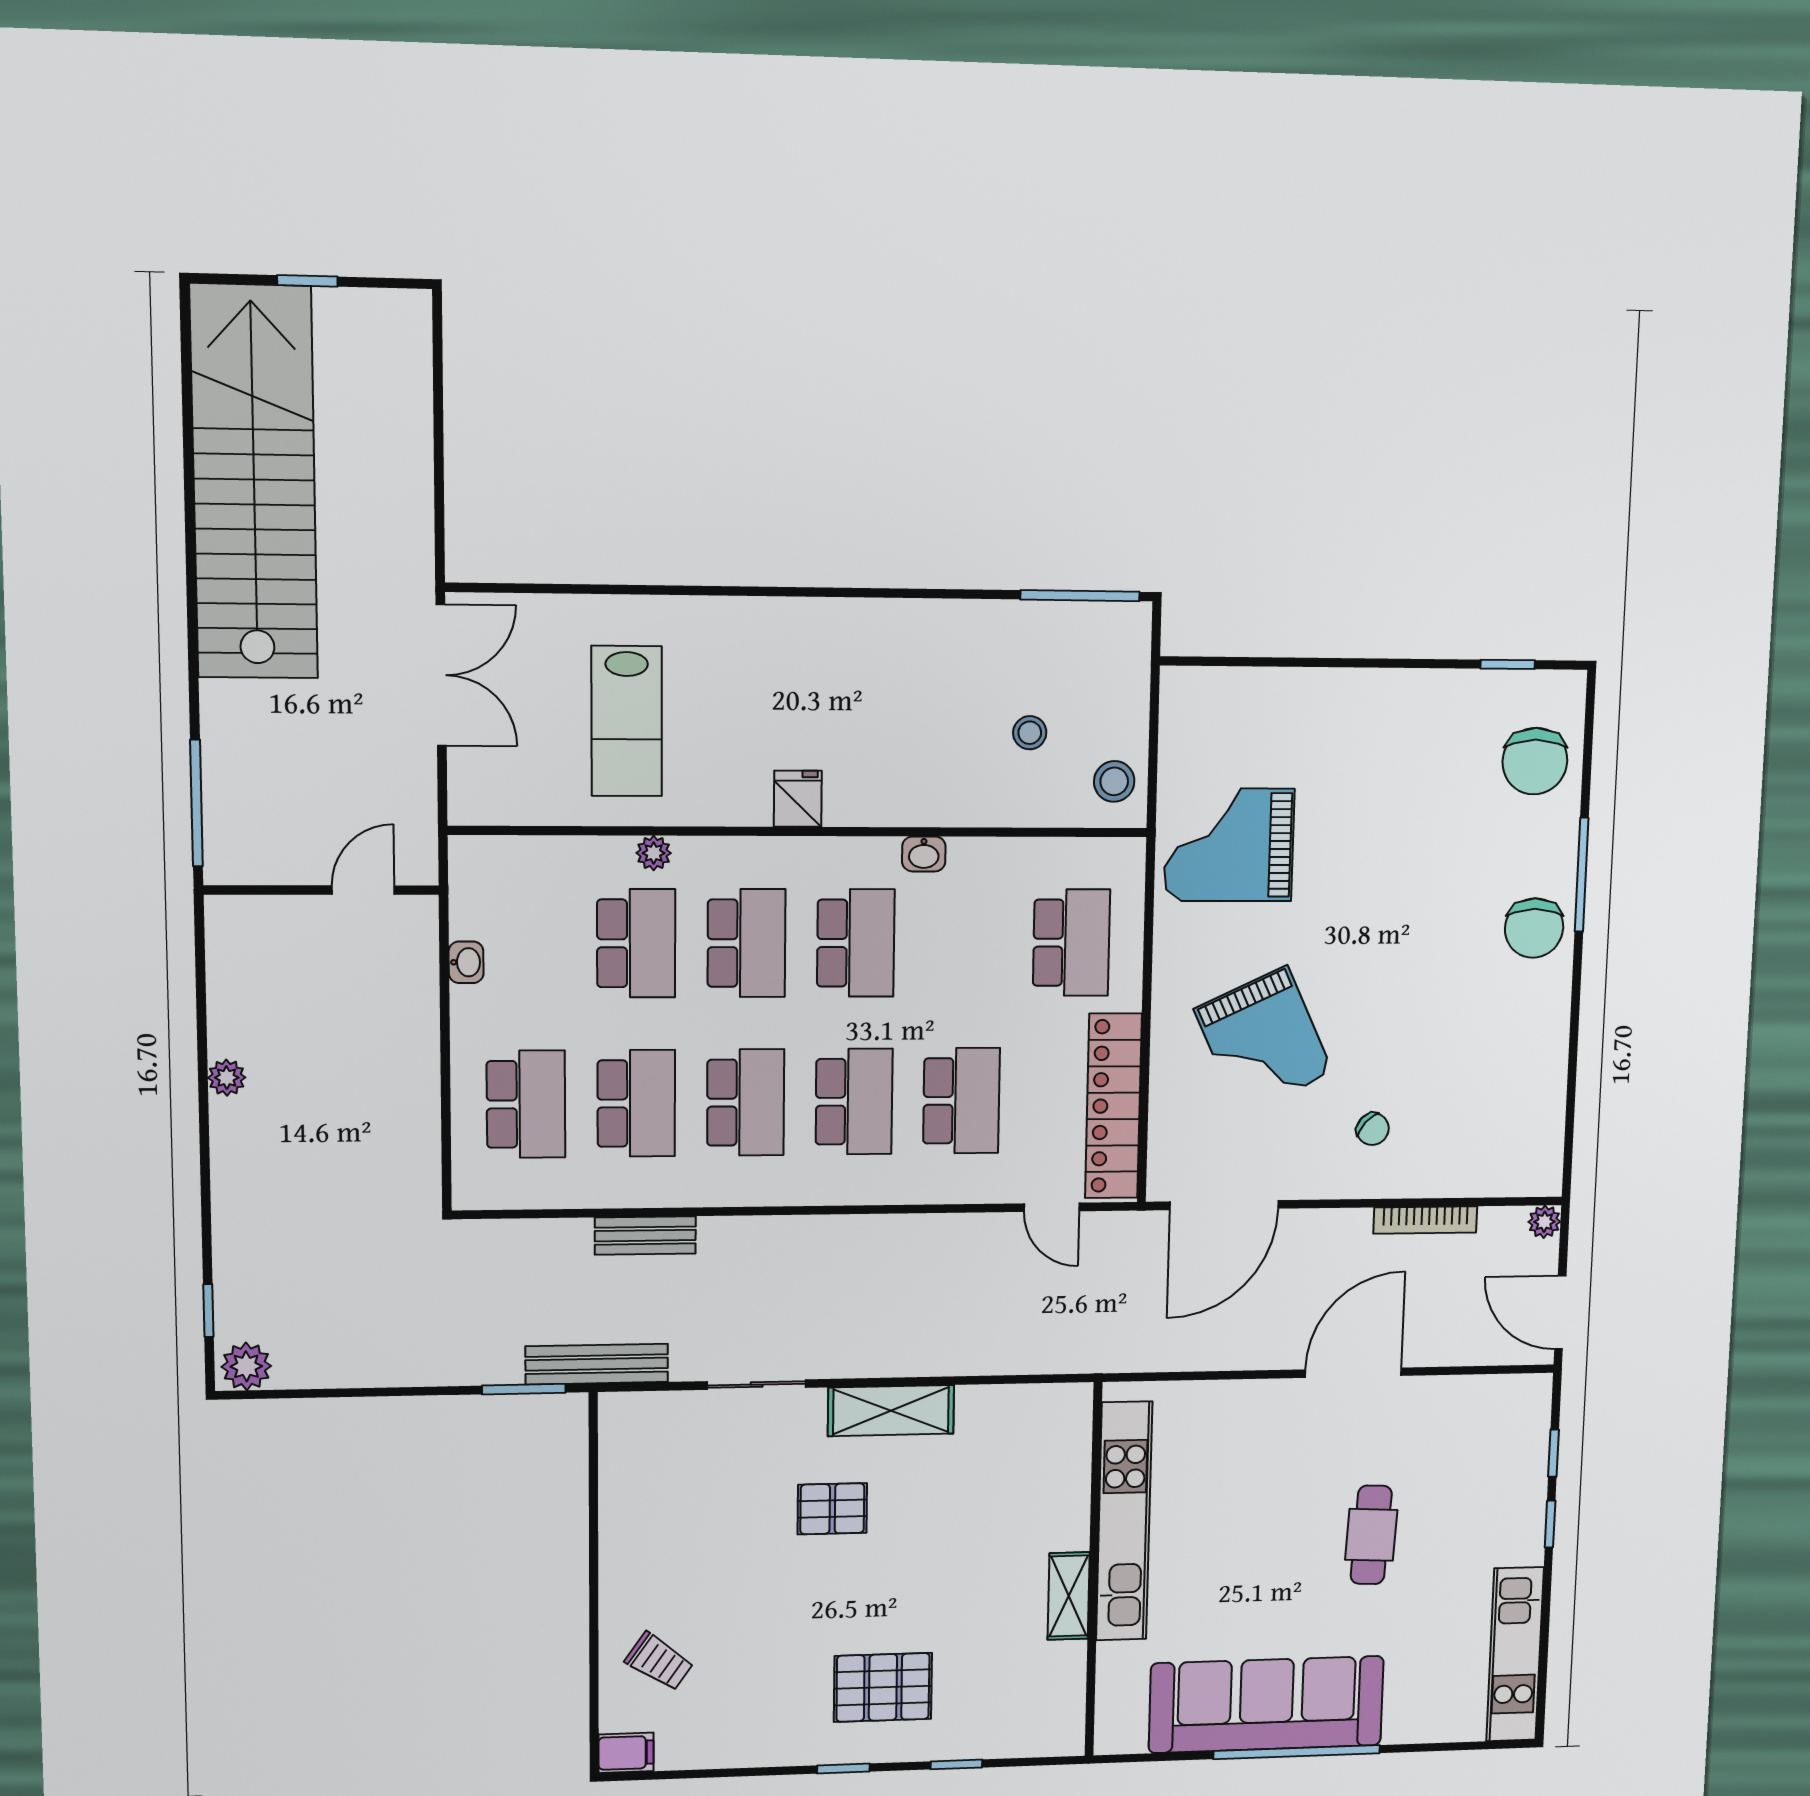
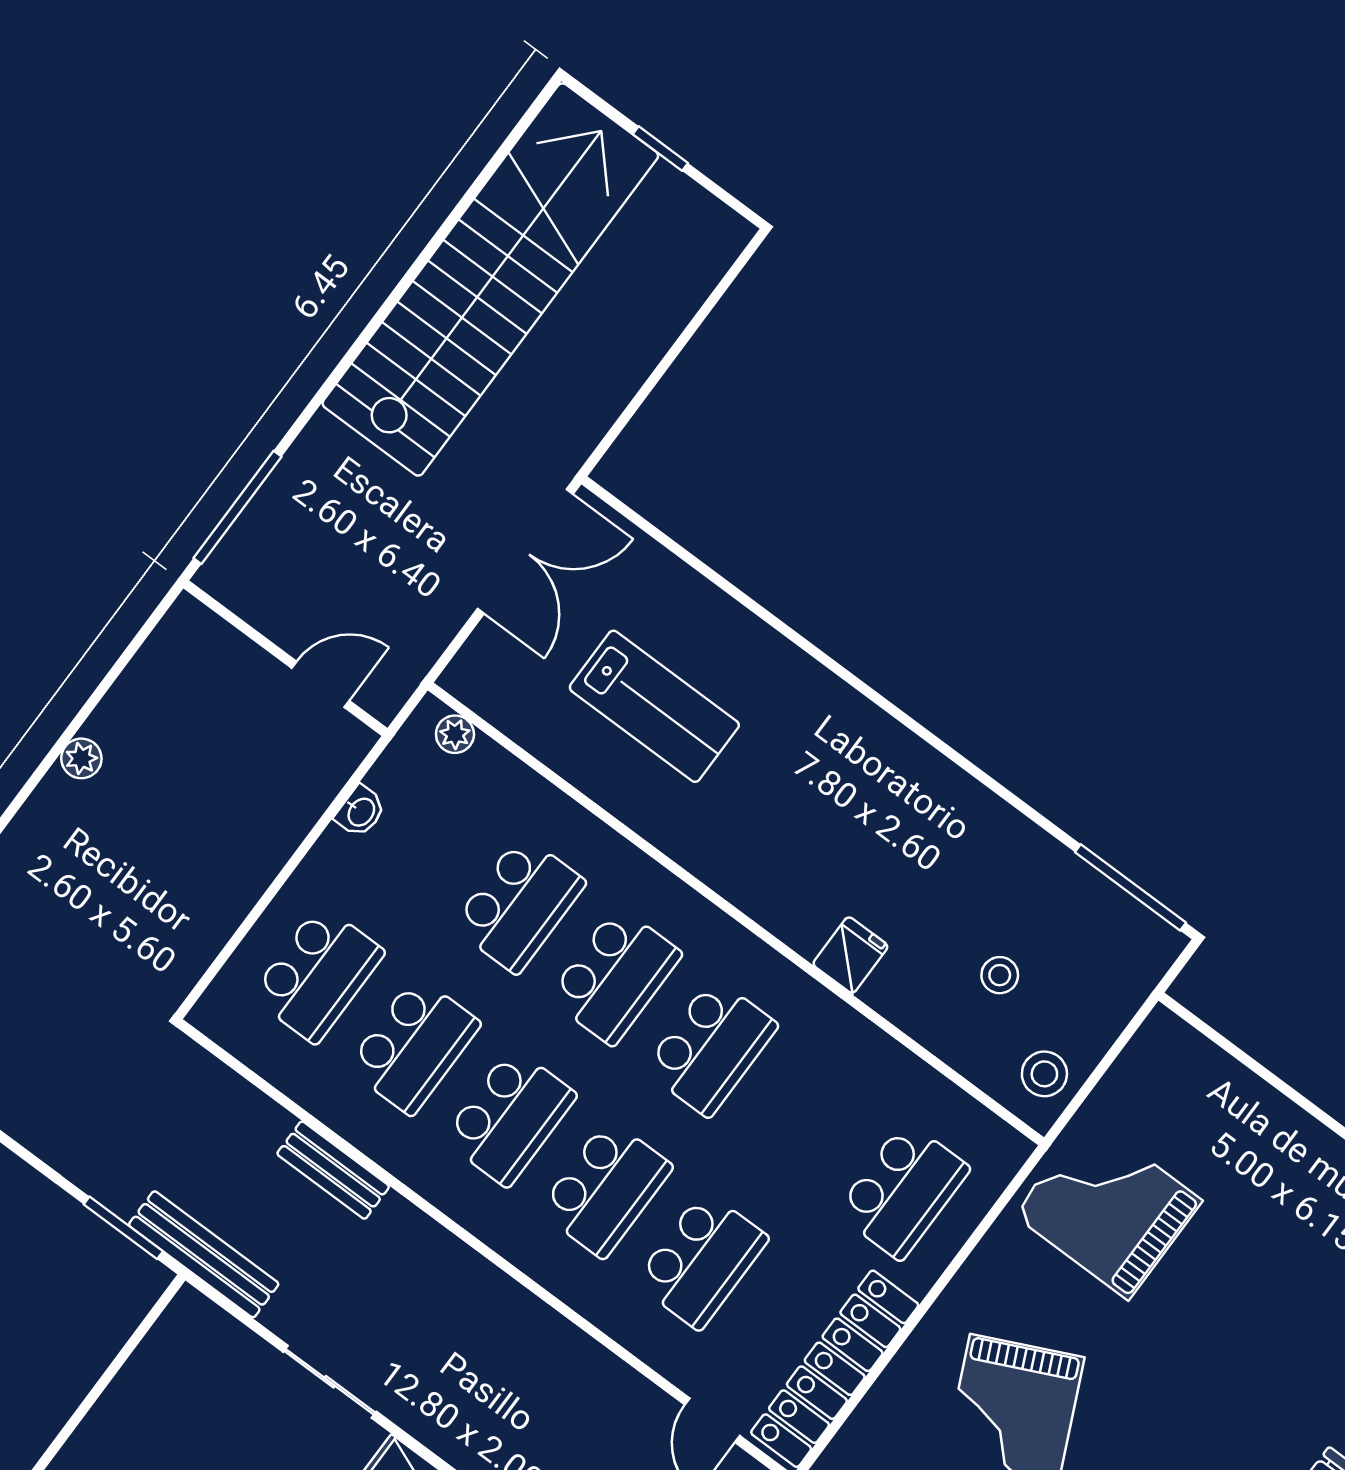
lab bench: (627, 721) -> (654, 706), turned -90
fridge: (798, 799) -> (850, 955), moved
plant: (654, 853) -> (455, 734), moved
washbasin: (924, 854) -> (829, 1013), removed

